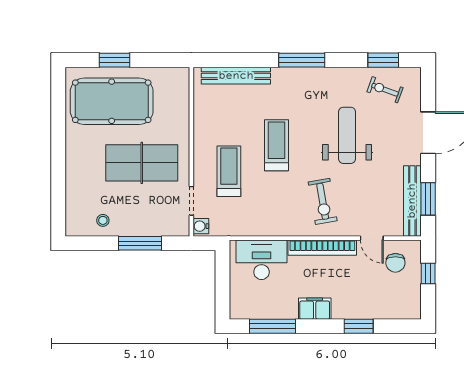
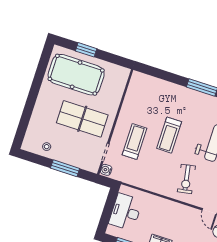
bench: (236, 76) -> (158, 84), removed
treadmill: (276, 145) -> (169, 135), turned 180
bookcase: (322, 248) -> (177, 208), removed
desk: (262, 260) -> (126, 212), moved, turned -90

